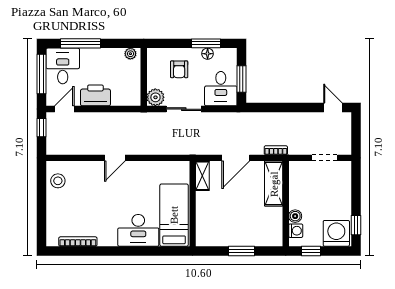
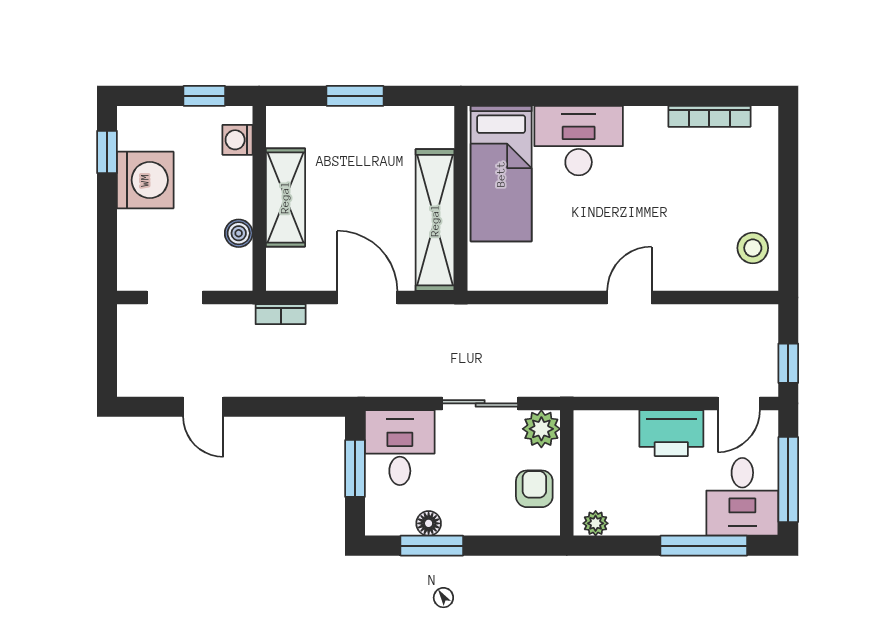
armchair: (179, 69) -> (534, 489), moved
door: (333, 108) -> (203, 407), moved
door: (236, 158) -> (367, 298), hinge flipped
shelving: (202, 176) -> (435, 220), width x2.20, depth x1.33
shelving: (274, 184) -> (285, 197), moved
boiler: (295, 216) -> (239, 233), moved
washing machine: (336, 233) -> (145, 180), moved, turned -90

